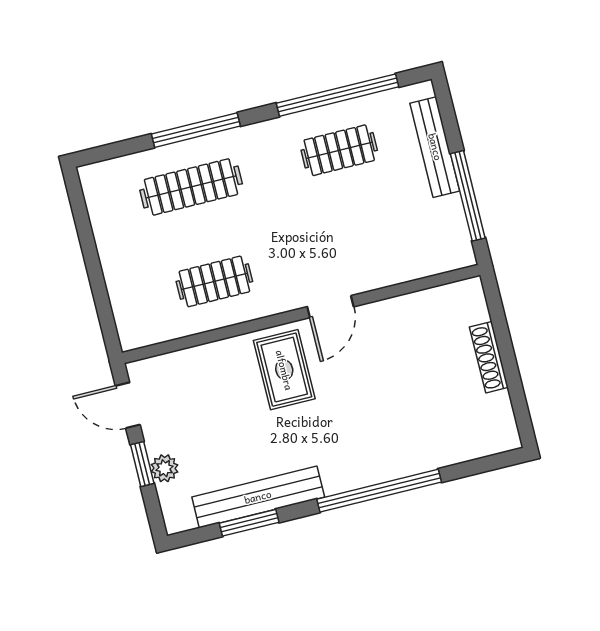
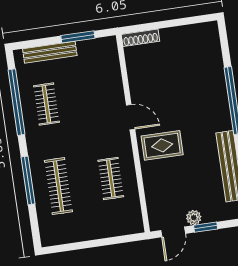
window: (468, 196) -> (78, 37), width x0.69
shoe rack: (489, 357) -> (140, 38), moved
plant: (165, 468) -> (194, 218), moved

